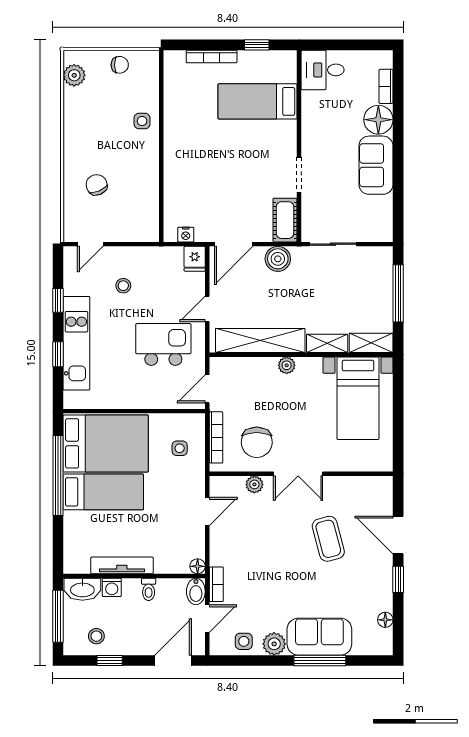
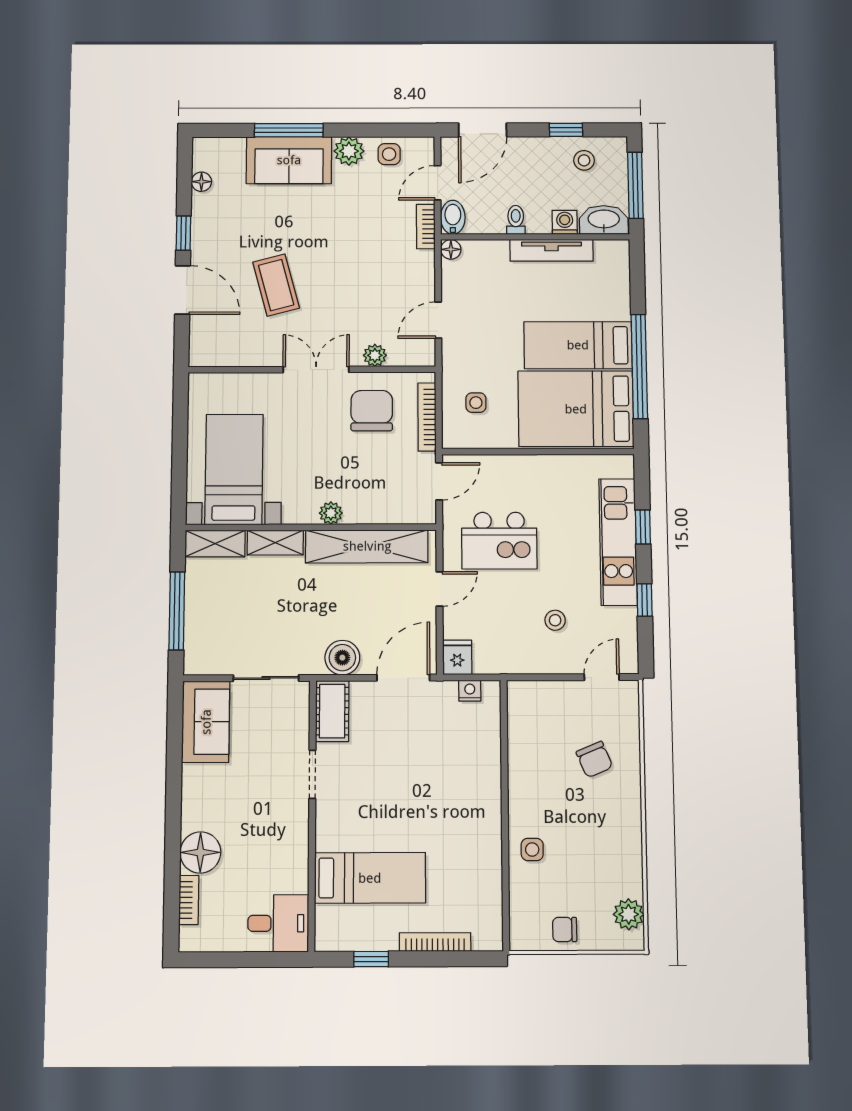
sofa: (376, 165) -> (206, 722), moved

